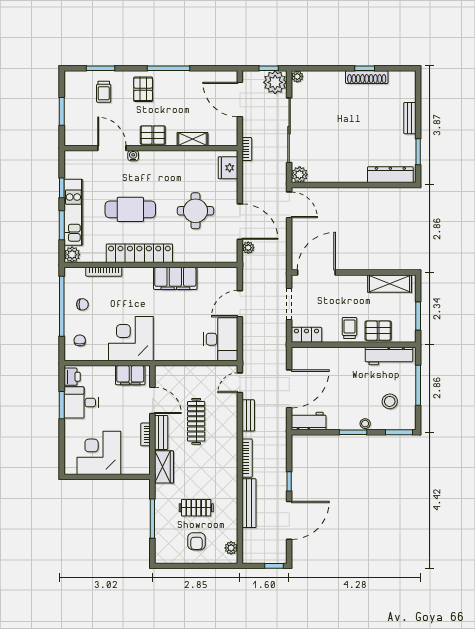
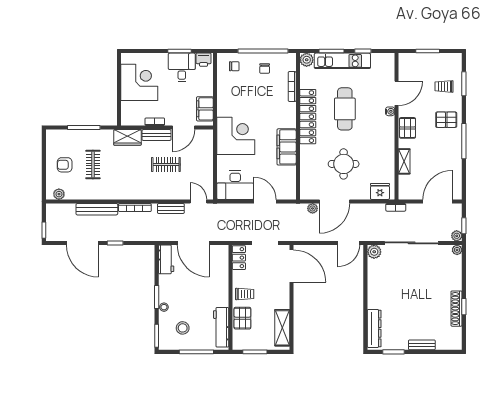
plant: (275, 82) -> (457, 236), width x0.53, depth x0.53
corner desk: (131, 339) -> (236, 136), moved
clothes rail: (196, 421) -> (166, 165), width x0.73

